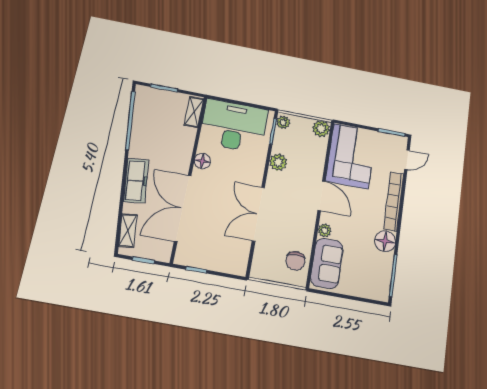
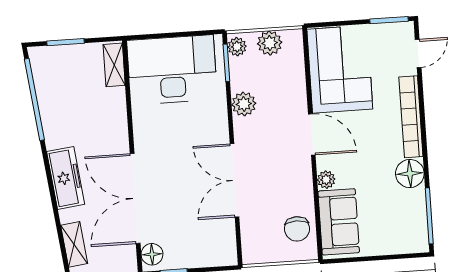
plant: (321, 129) -> (270, 43), moved
floor lamp: (202, 161) -> (152, 254), moved

